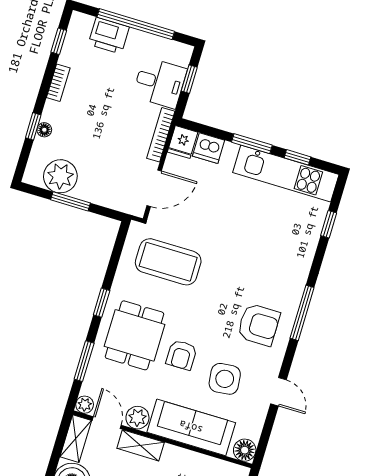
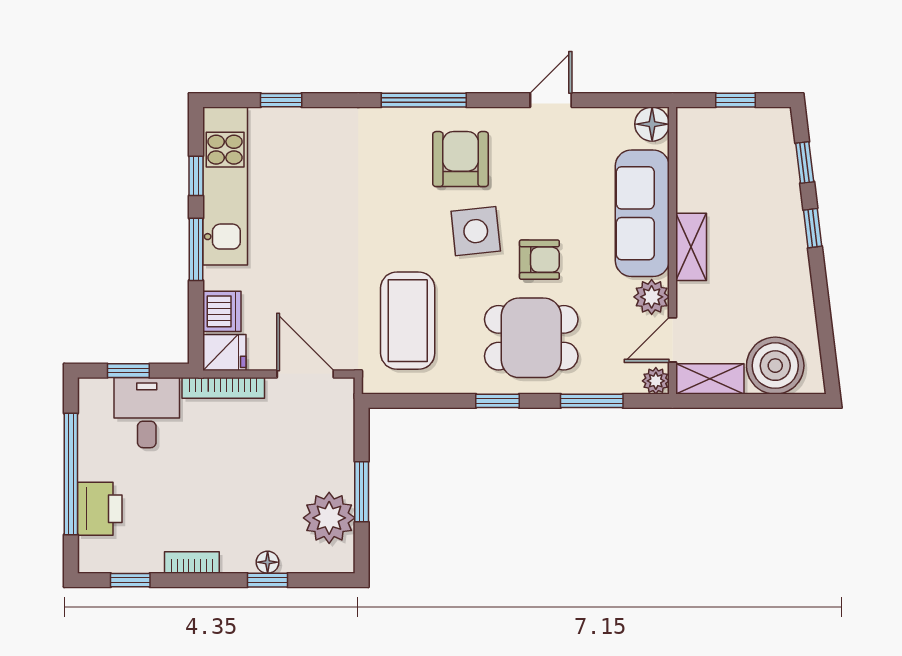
side table: (225, 379) -> (476, 231), moved
shelving: (141, 445) -> (691, 247), moved

